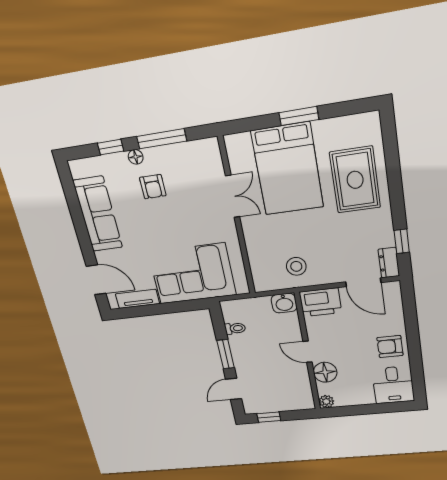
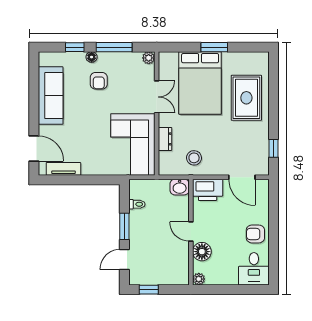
plant: (211, 146) -> (149, 58), added
dresser: (389, 263) -> (165, 139), moved, turned 180
corner sofa: (192, 274) -> (133, 145), moved, turned -90

